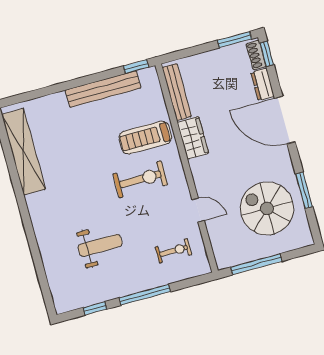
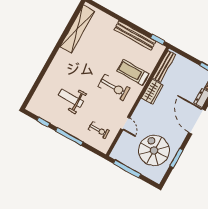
weight bench: (100, 245) -> (71, 98), turned 180

